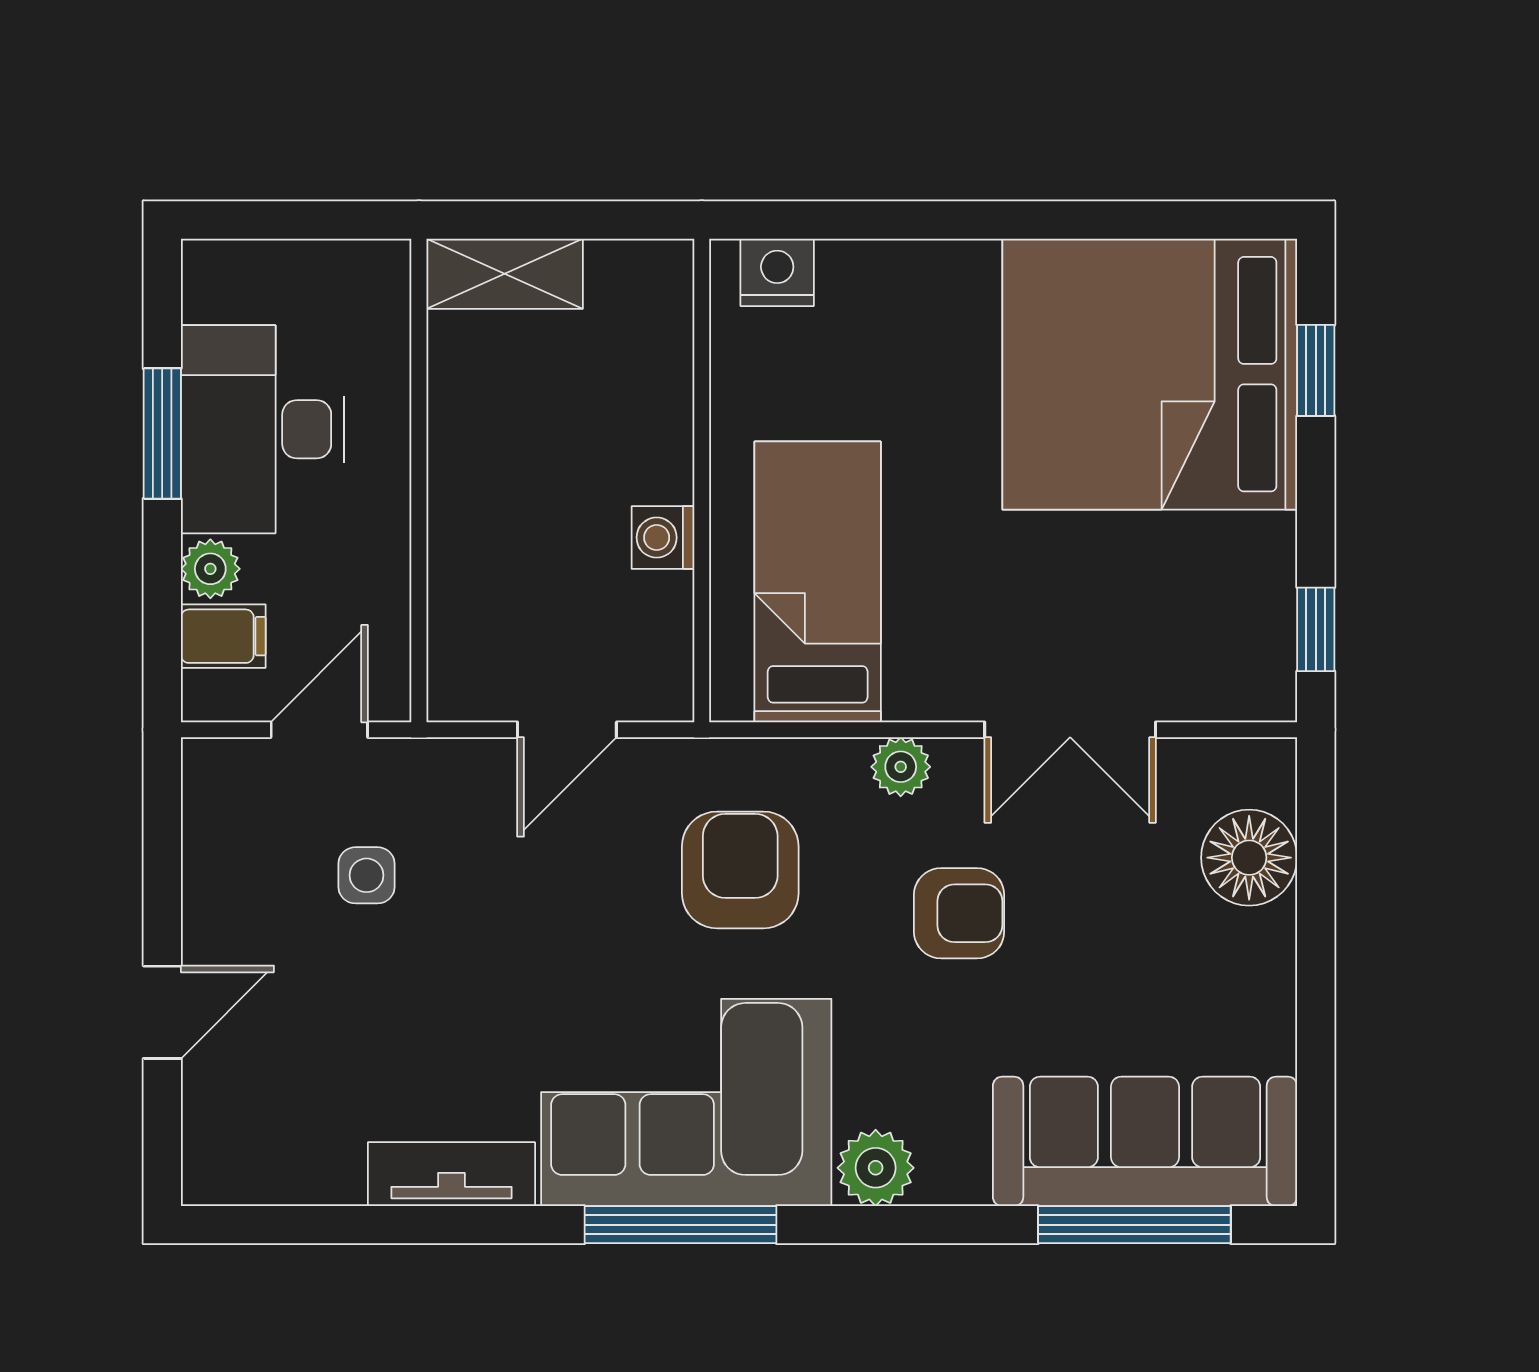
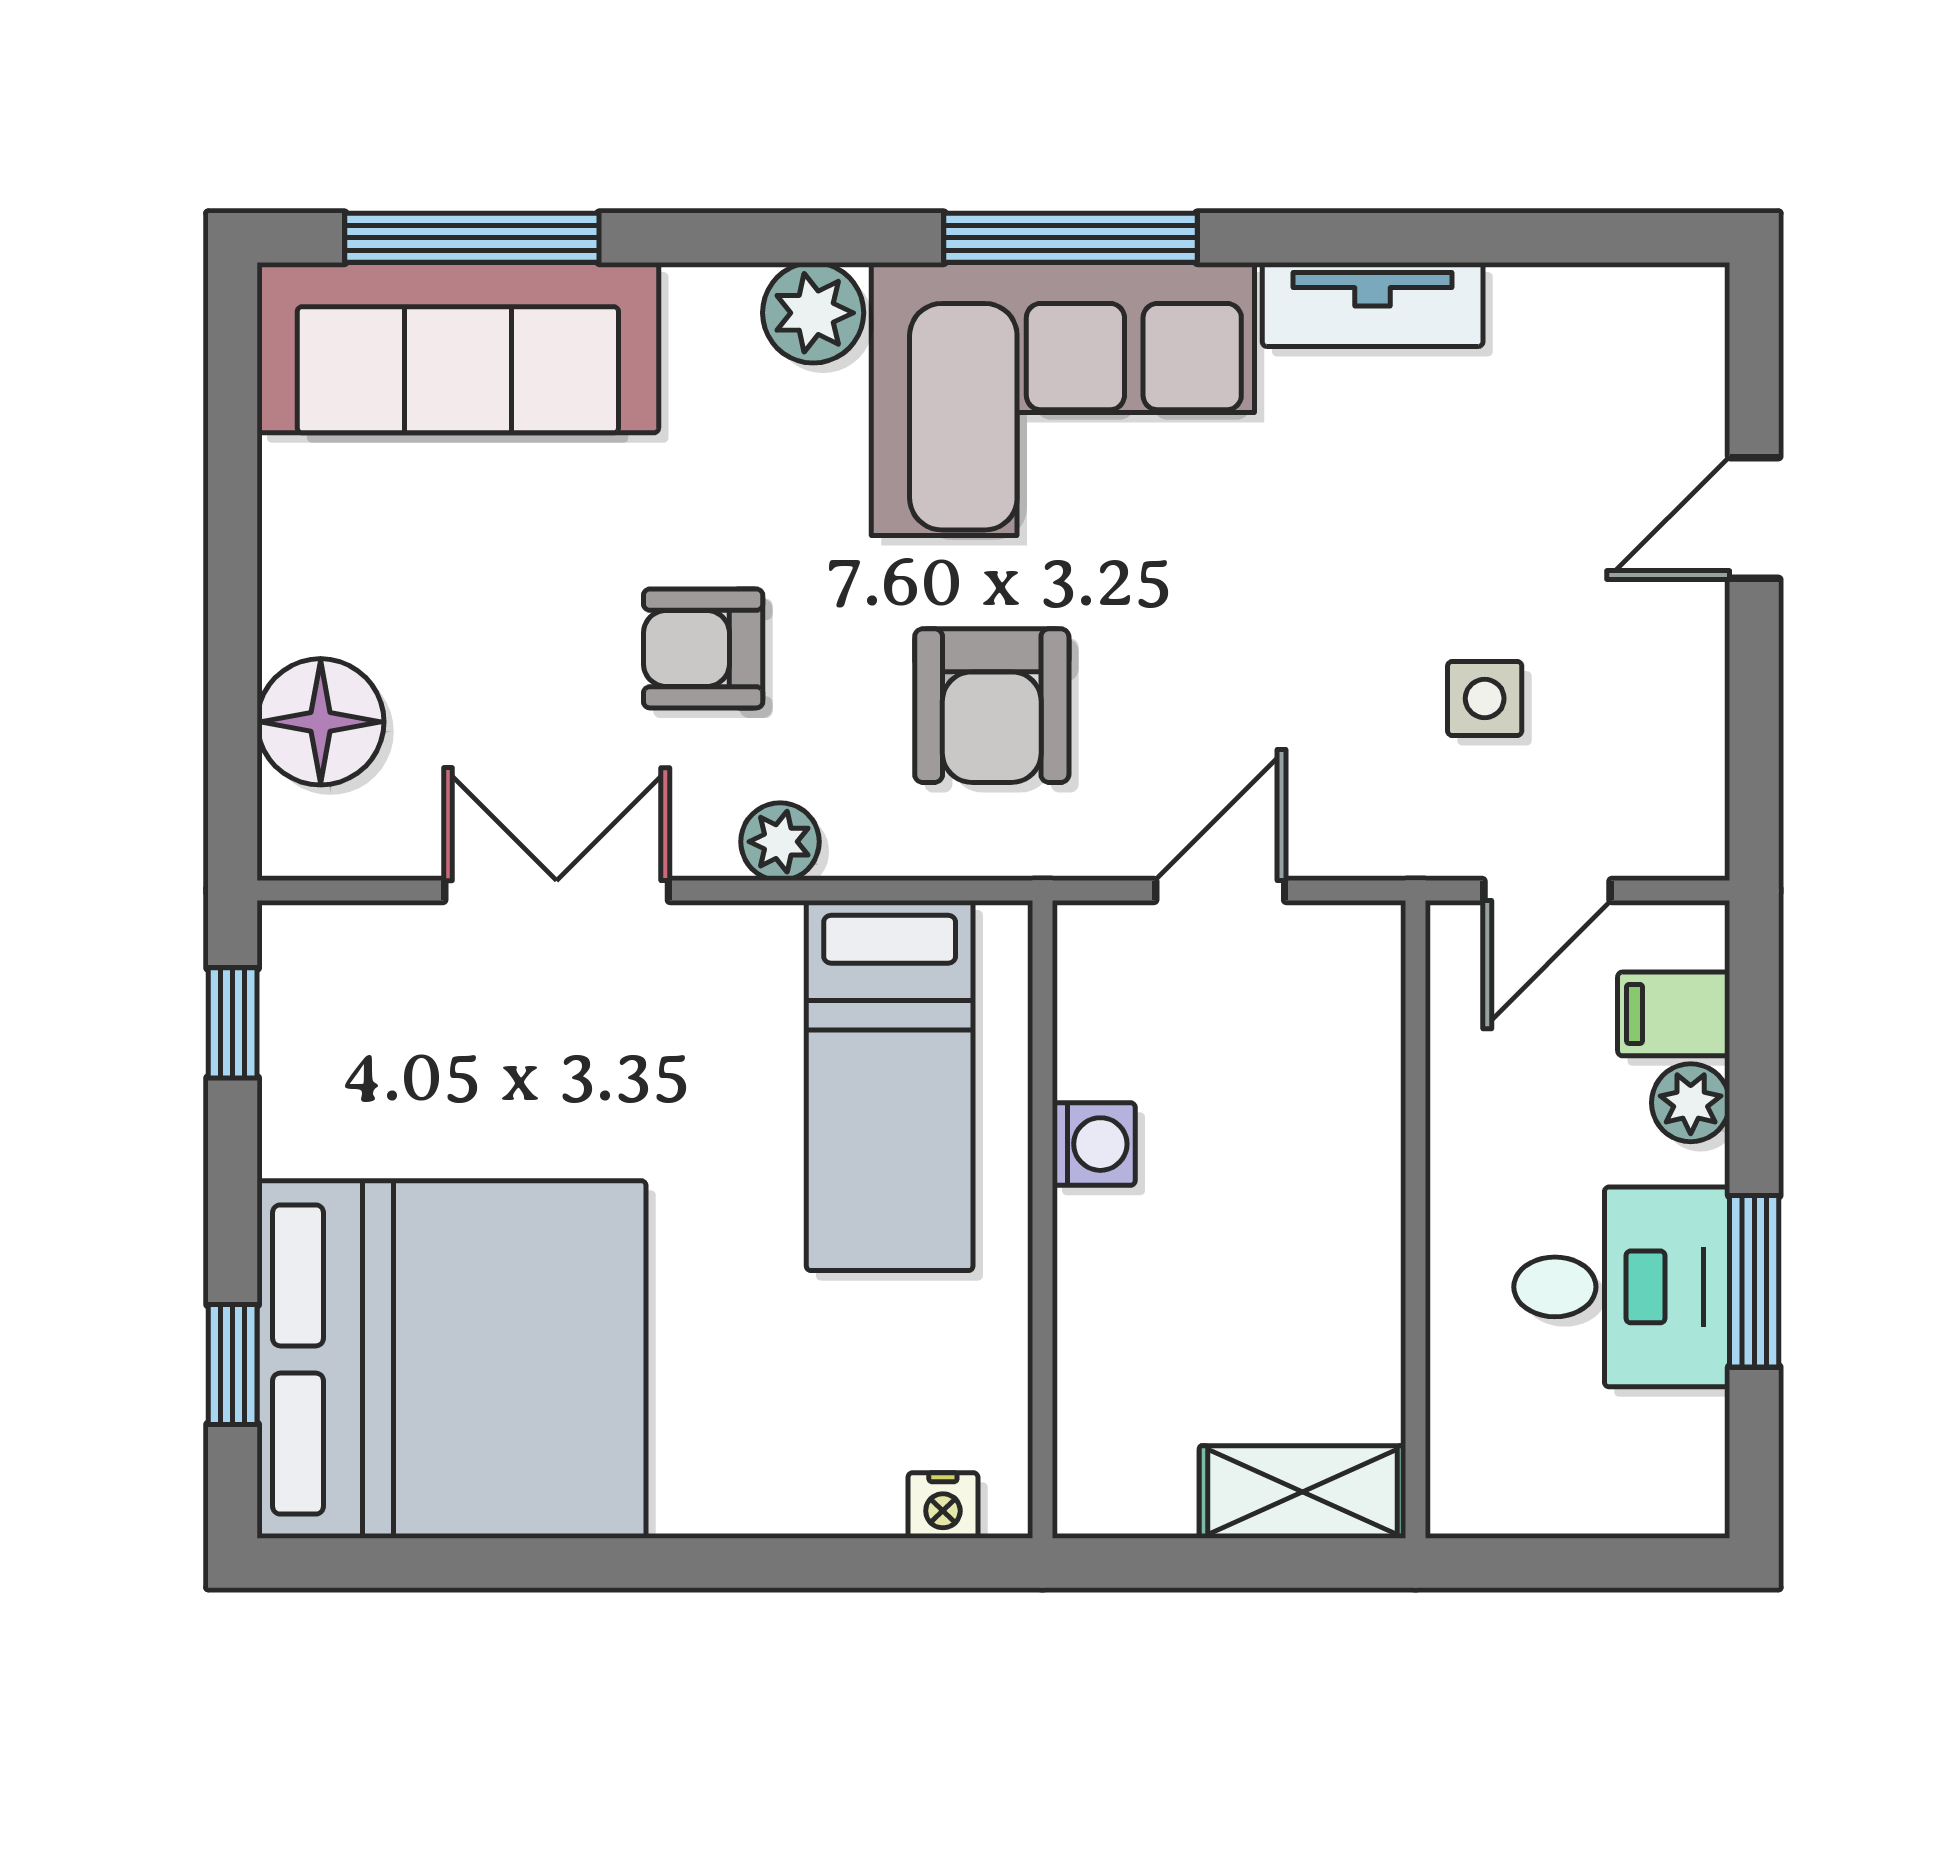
nightstand: (777, 272) -> (943, 1505), width x0.72, depth x0.74
desk: (263, 429) -> (1622, 1287), width x0.73

